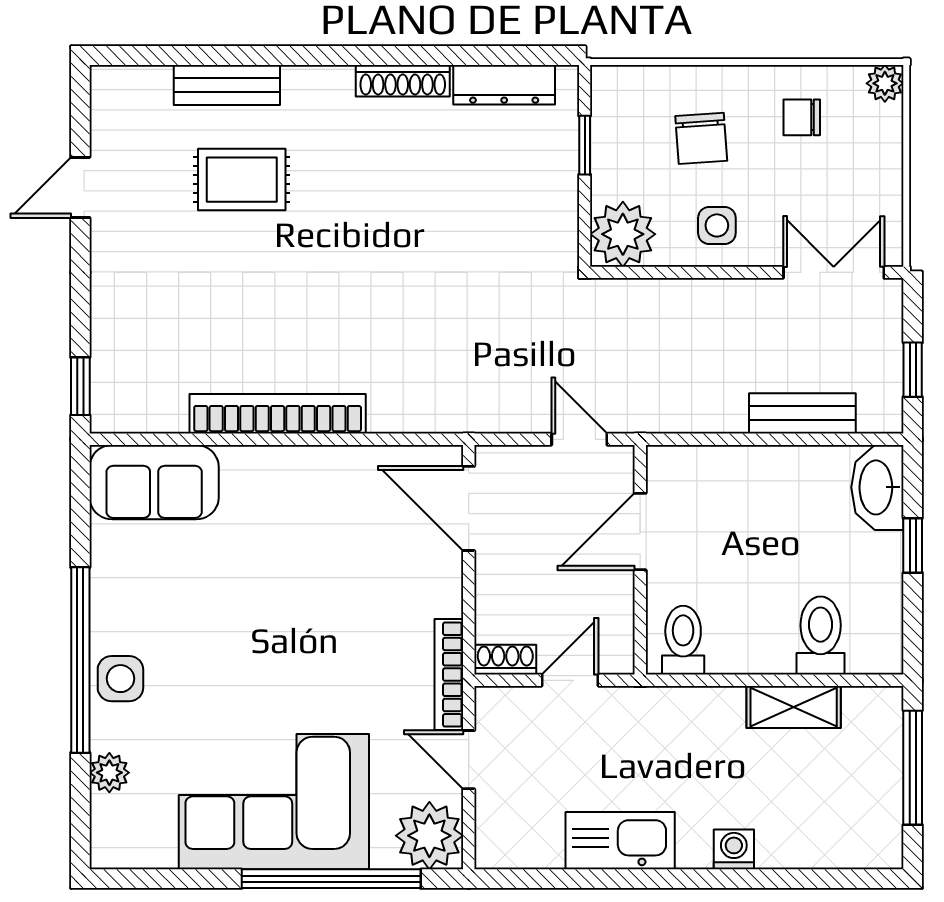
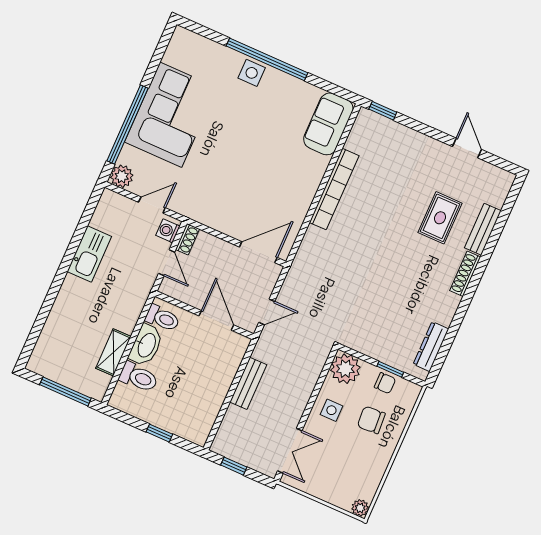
shoe rack: (403, 81) -> (465, 274), moved
chair: (802, 117) -> (385, 383), moved, turned 90
bench: (802, 413) -> (248, 383), moved
washbasin: (877, 487) -> (146, 345), moved, turned 90
bookcase: (449, 675) -> (192, 213), removed
plant: (109, 773) -> (214, 51), removed
plant: (429, 836) -> (122, 176), width x0.73, depth x0.73
washing machine: (734, 849) -> (168, 231), moved, turned 180

